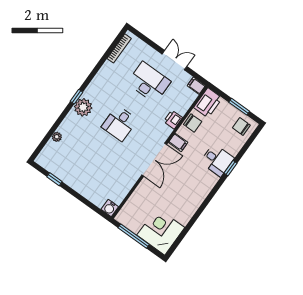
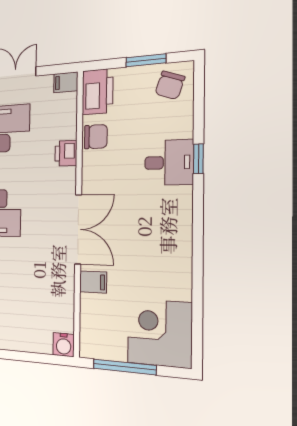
chair: (241, 126) -> (170, 85), turned -71
filing cabinet: (178, 142) -> (93, 282), moved

